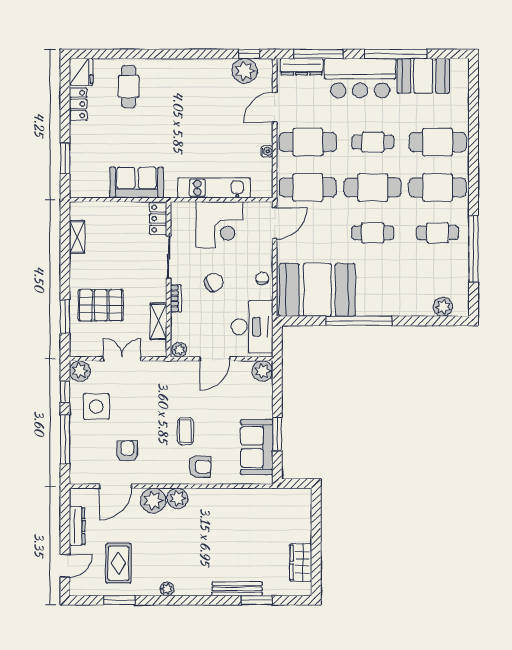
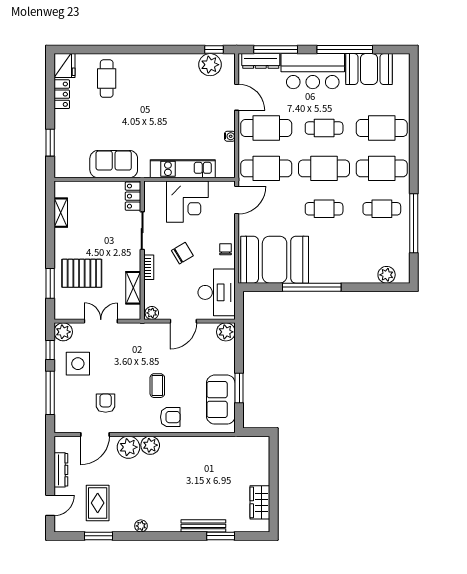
door: (275, 107) -> (237, 97), swing flipped

